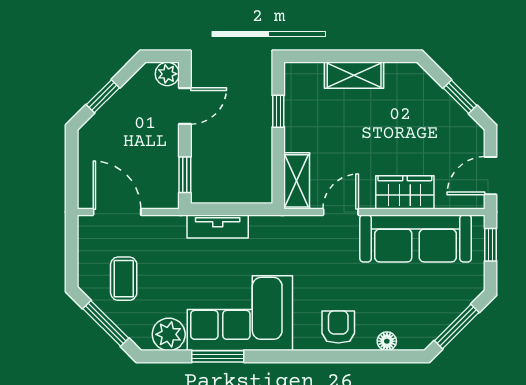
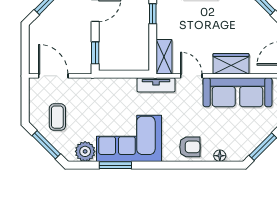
door: (341, 212) -> (191, 76), hinge flipped
tv unit: (218, 227) -> (156, 85), moved
armchair: (338, 327) -> (190, 147), turned 90

